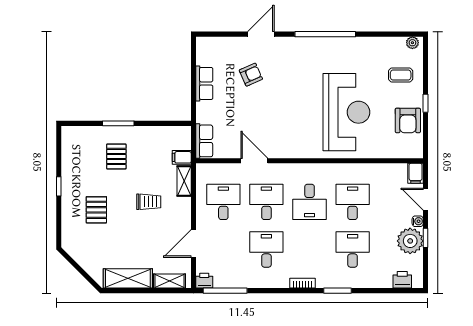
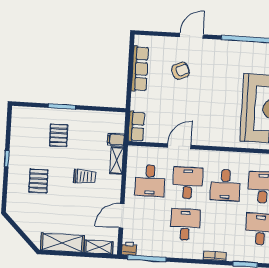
row of seats: (204, 83) -> (140, 69), width x1.48
door: (254, 161) -> (179, 146), hinge flipped
desk: (223, 202) -> (150, 181), turned 180

